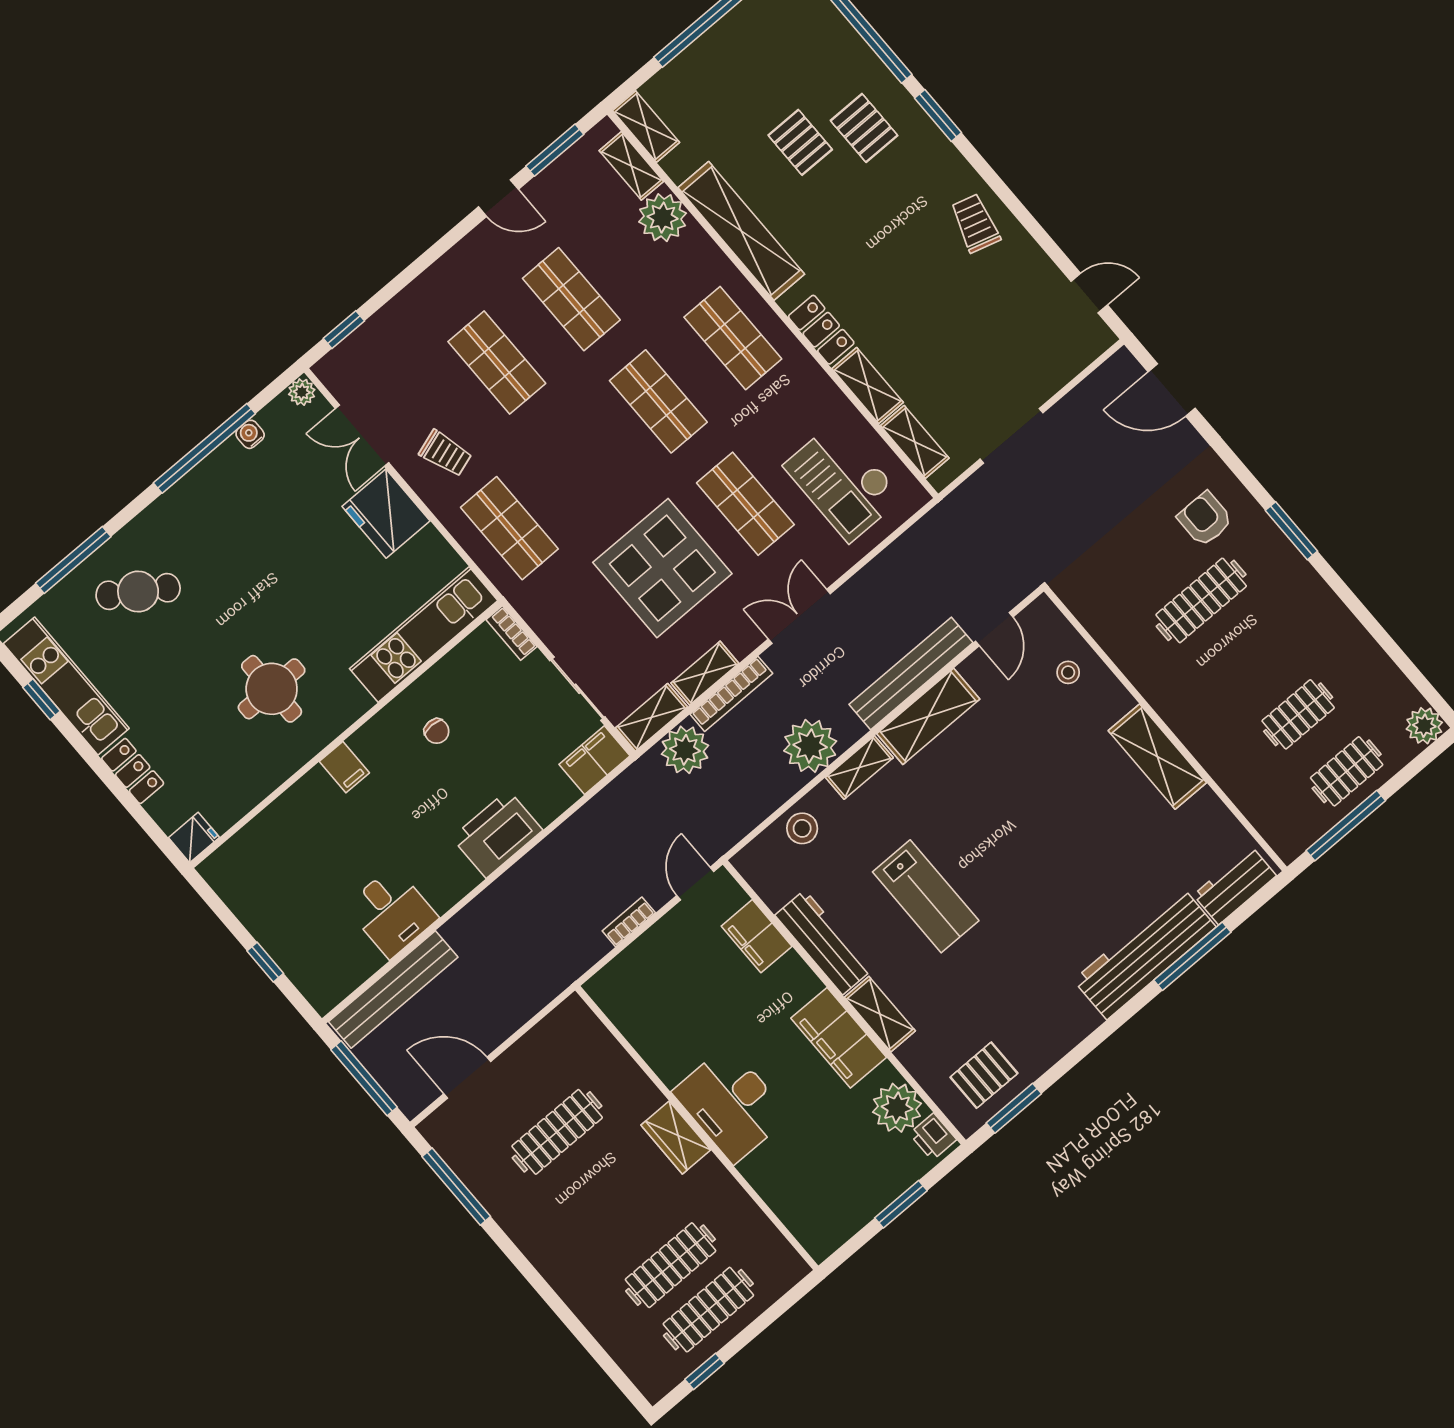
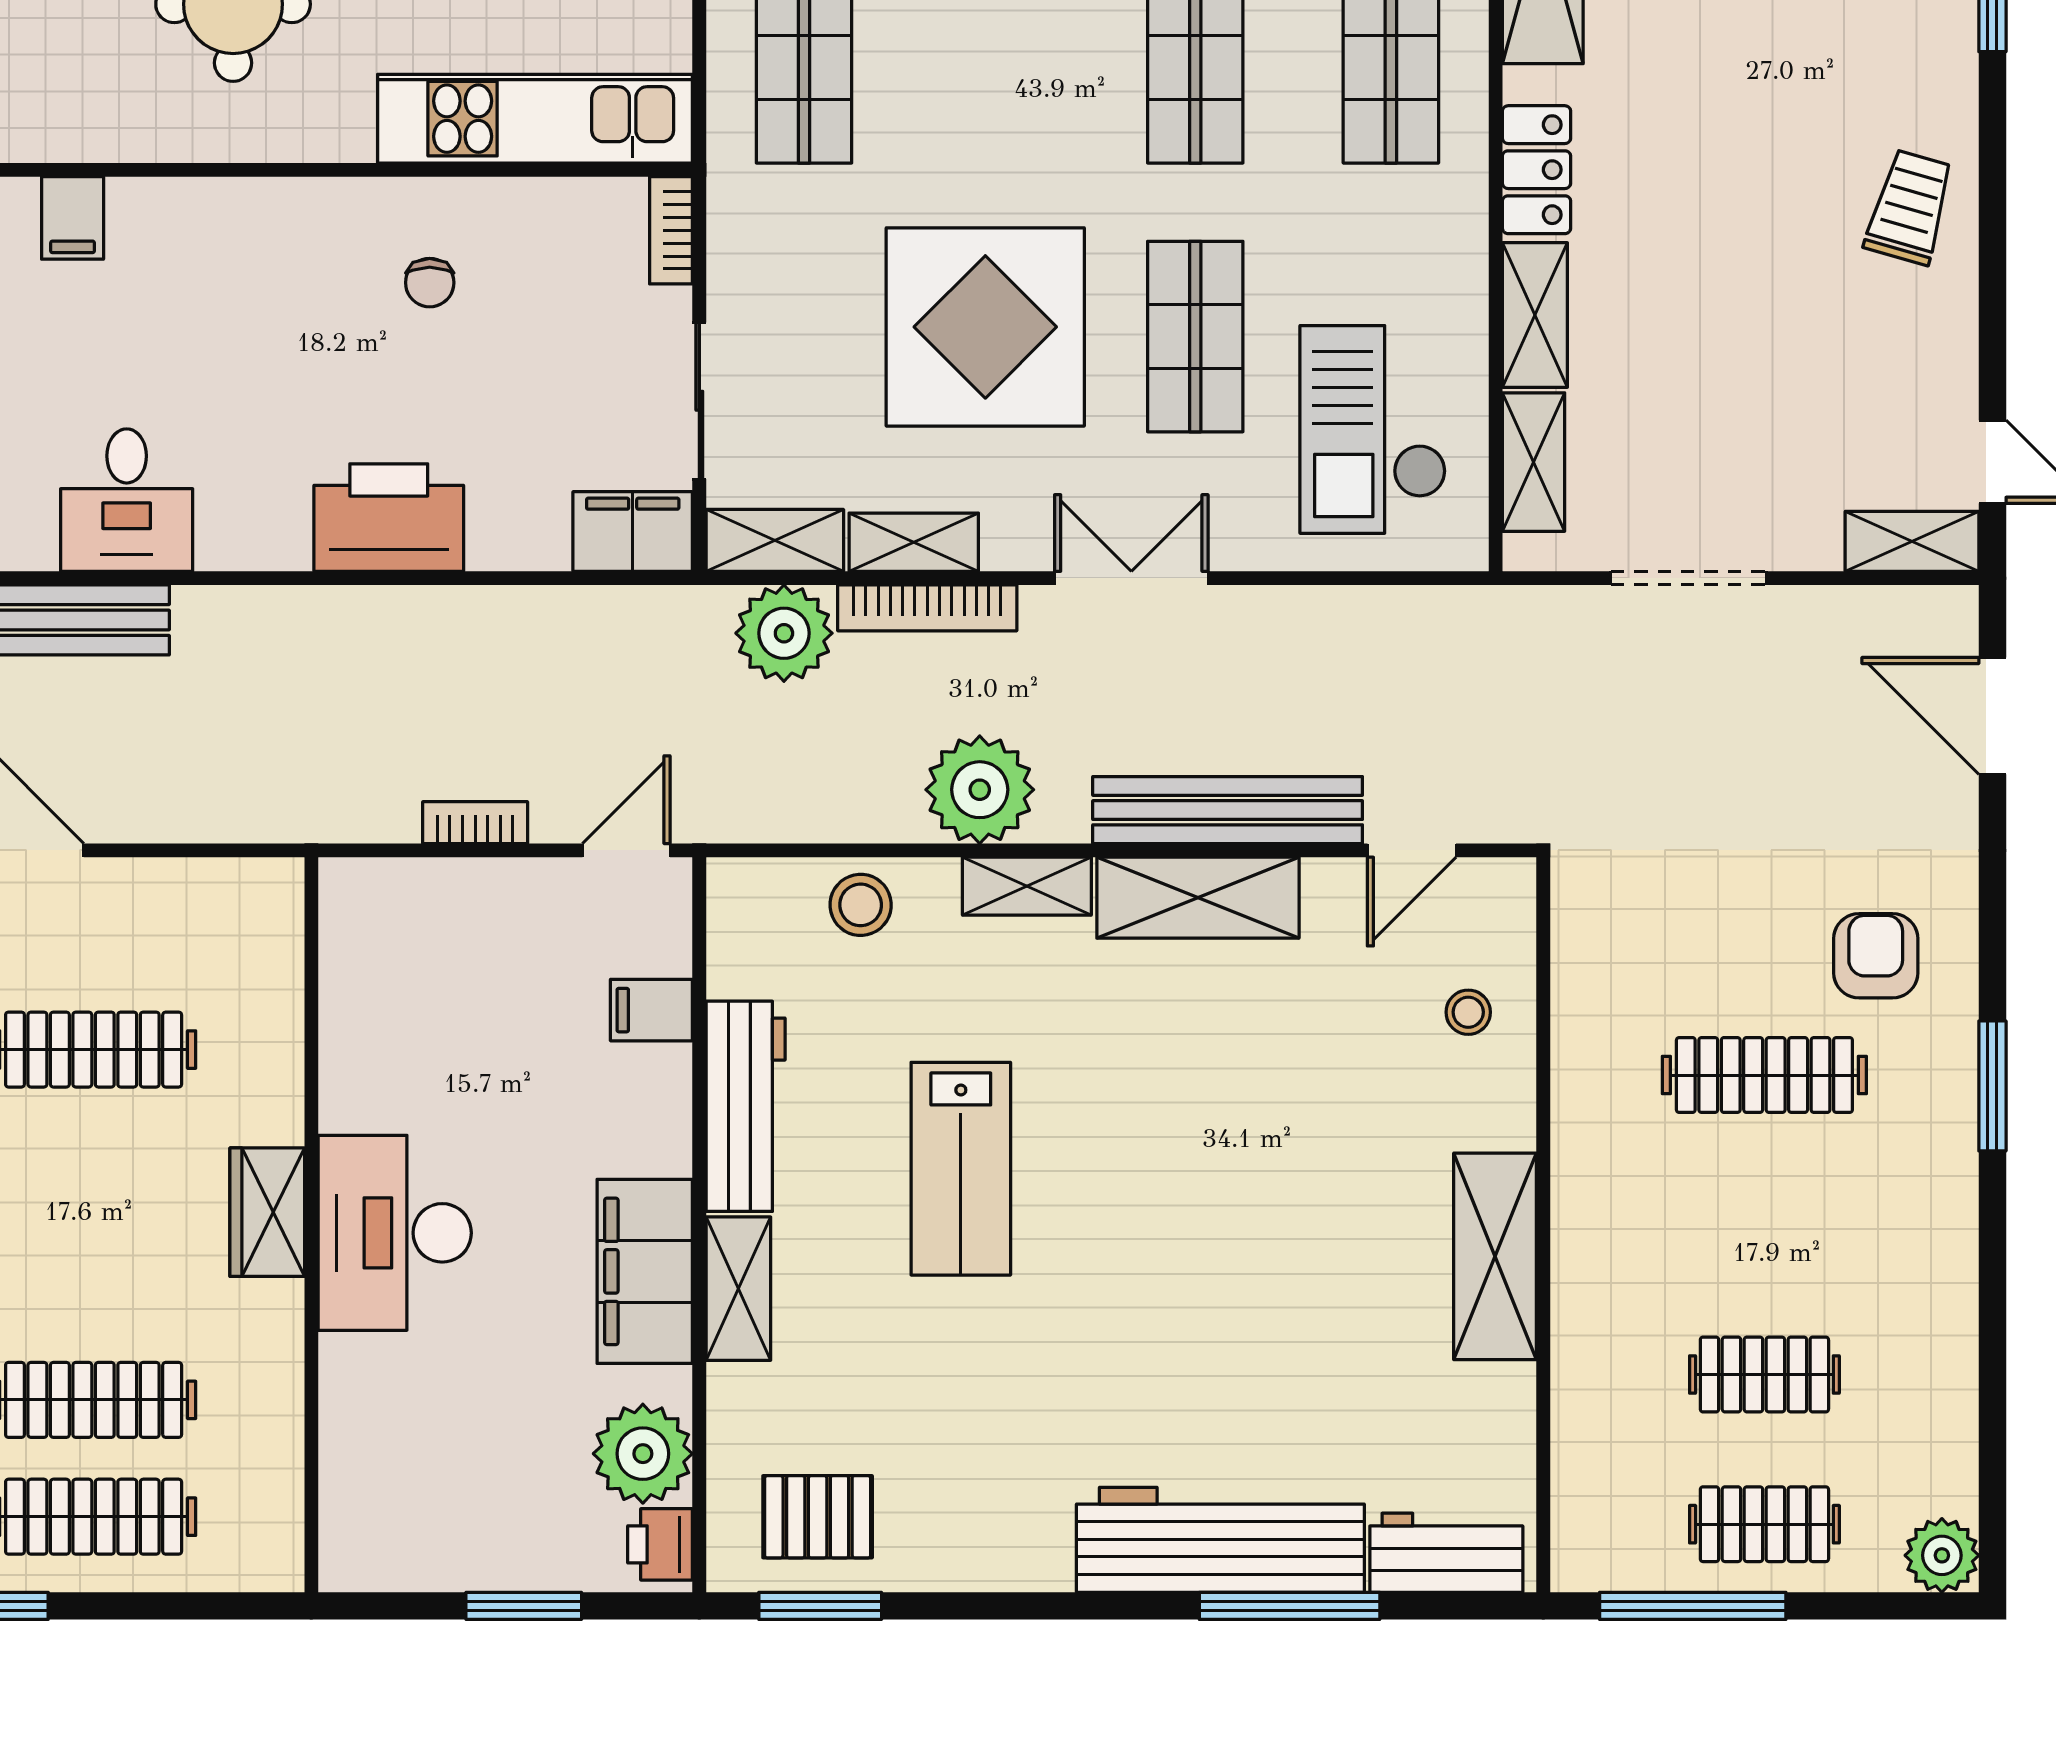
shelving: (1084, 350) -> (1912, 541), added
filing cabinet: (344, 767) -> (73, 218), moved
filing cabinet: (757, 936) -> (651, 1010), width x0.50

